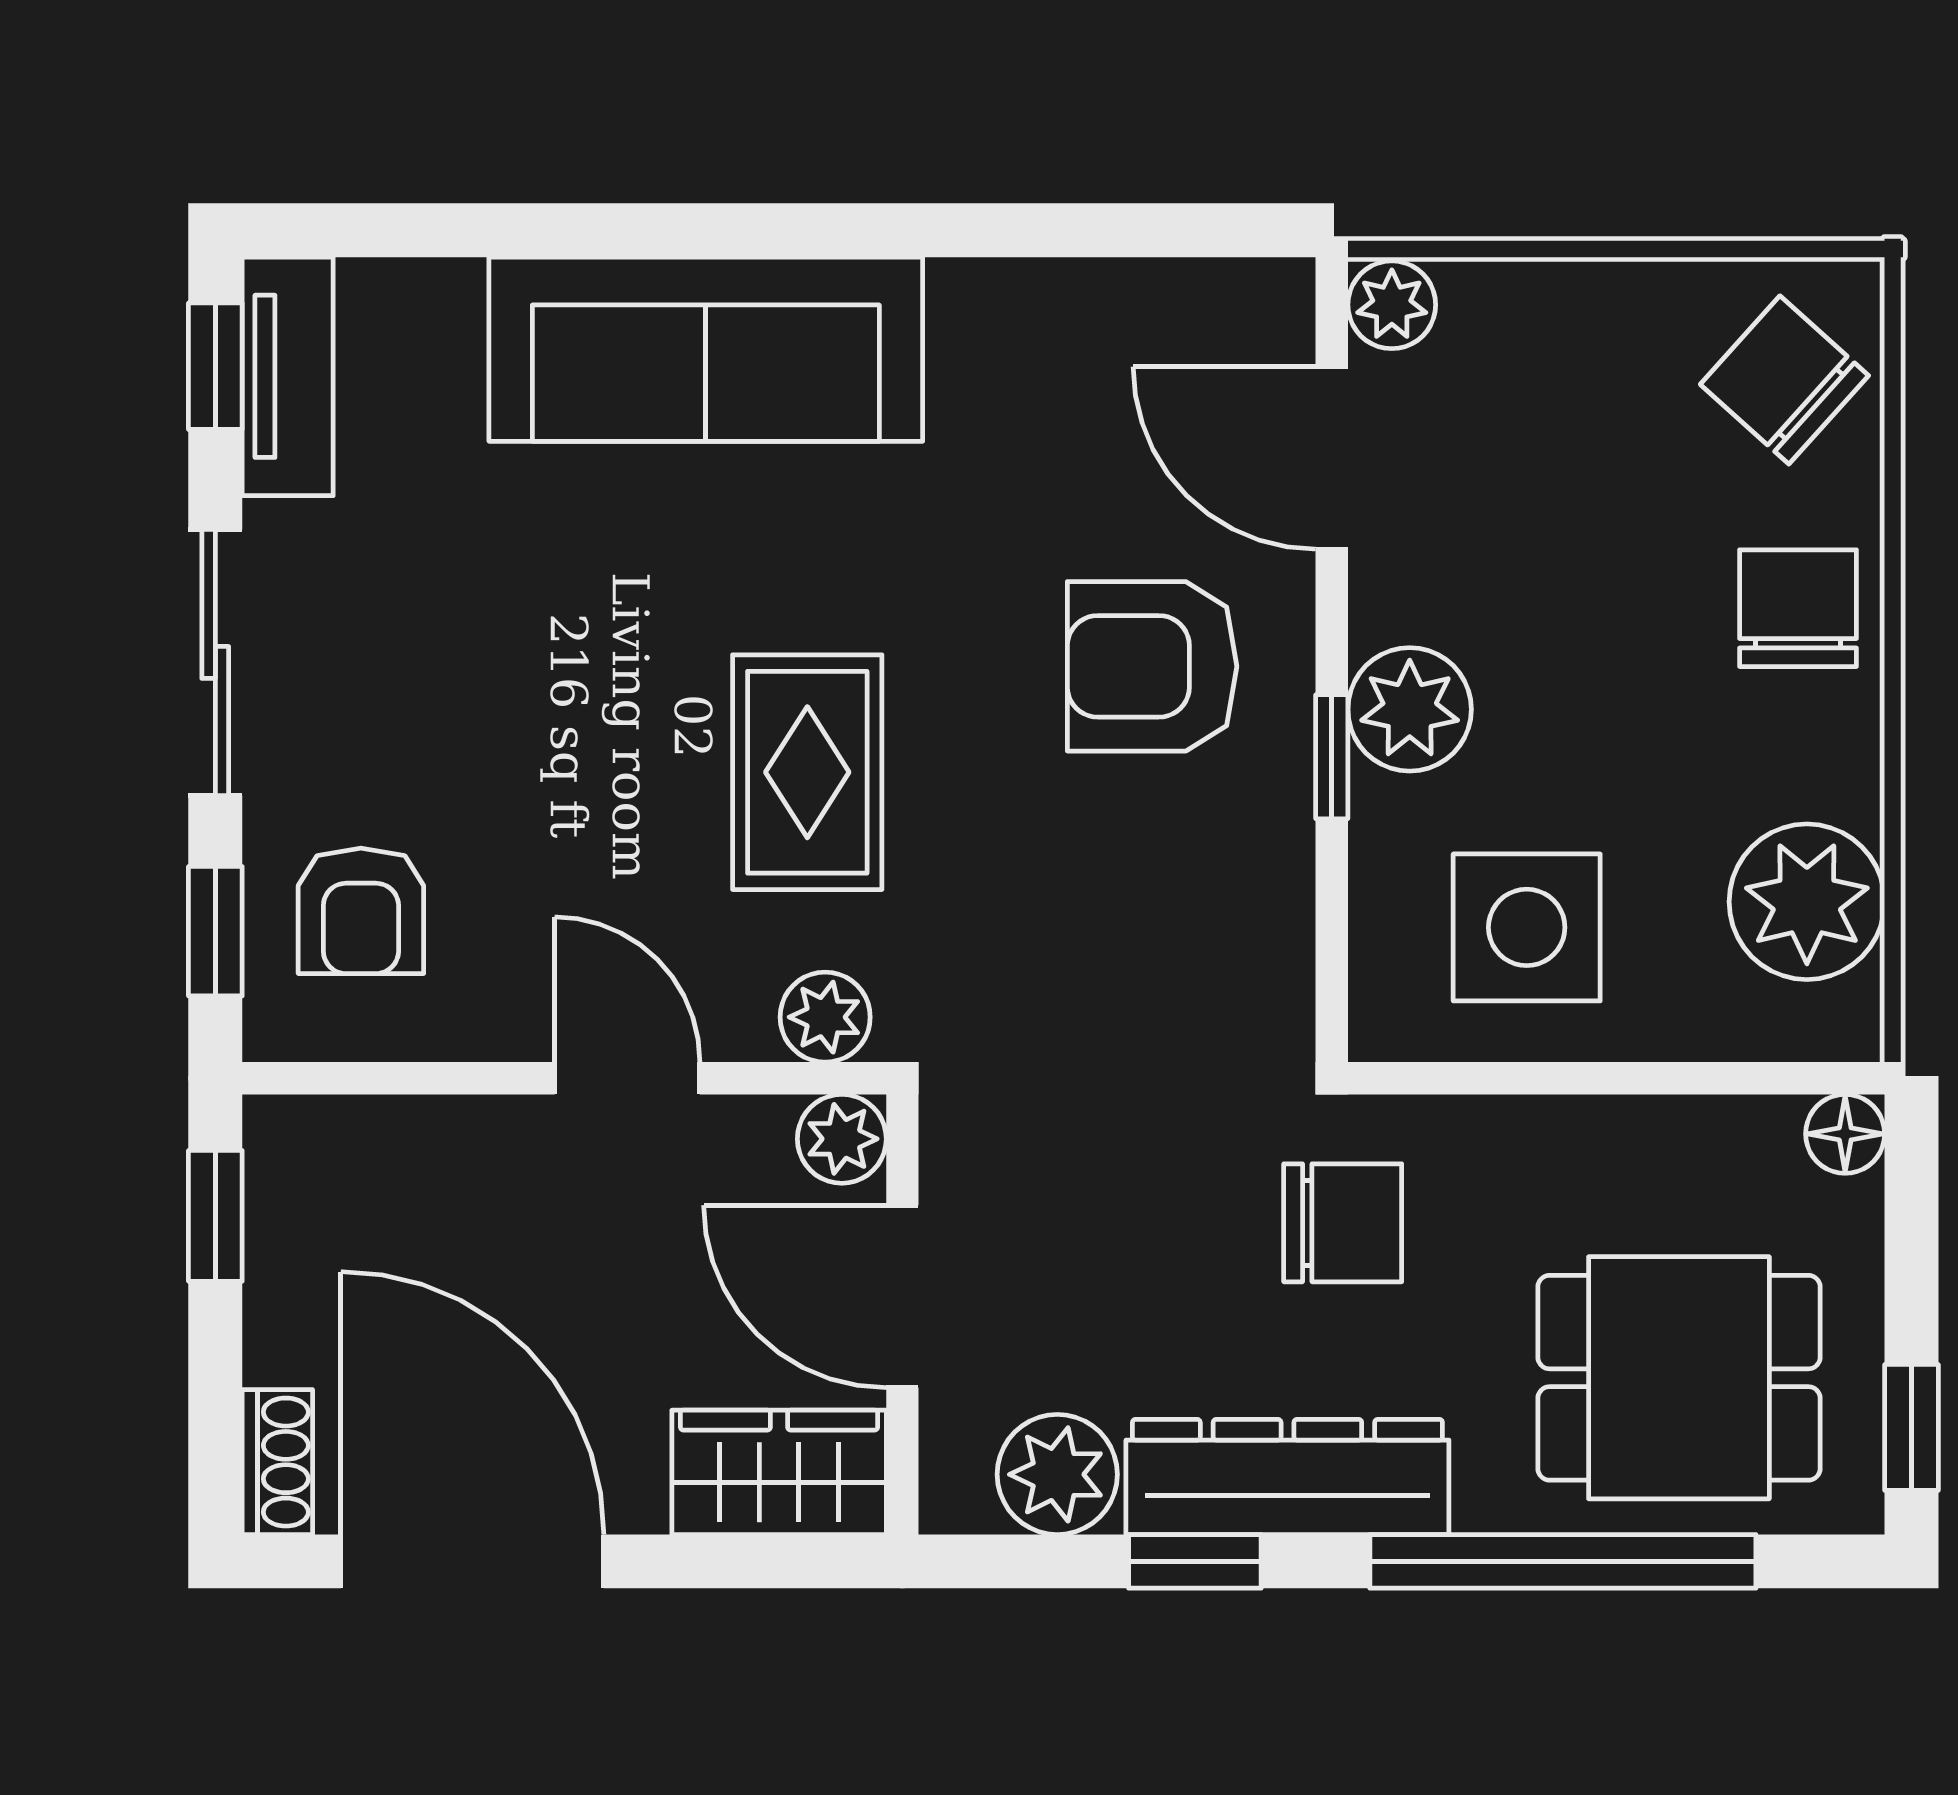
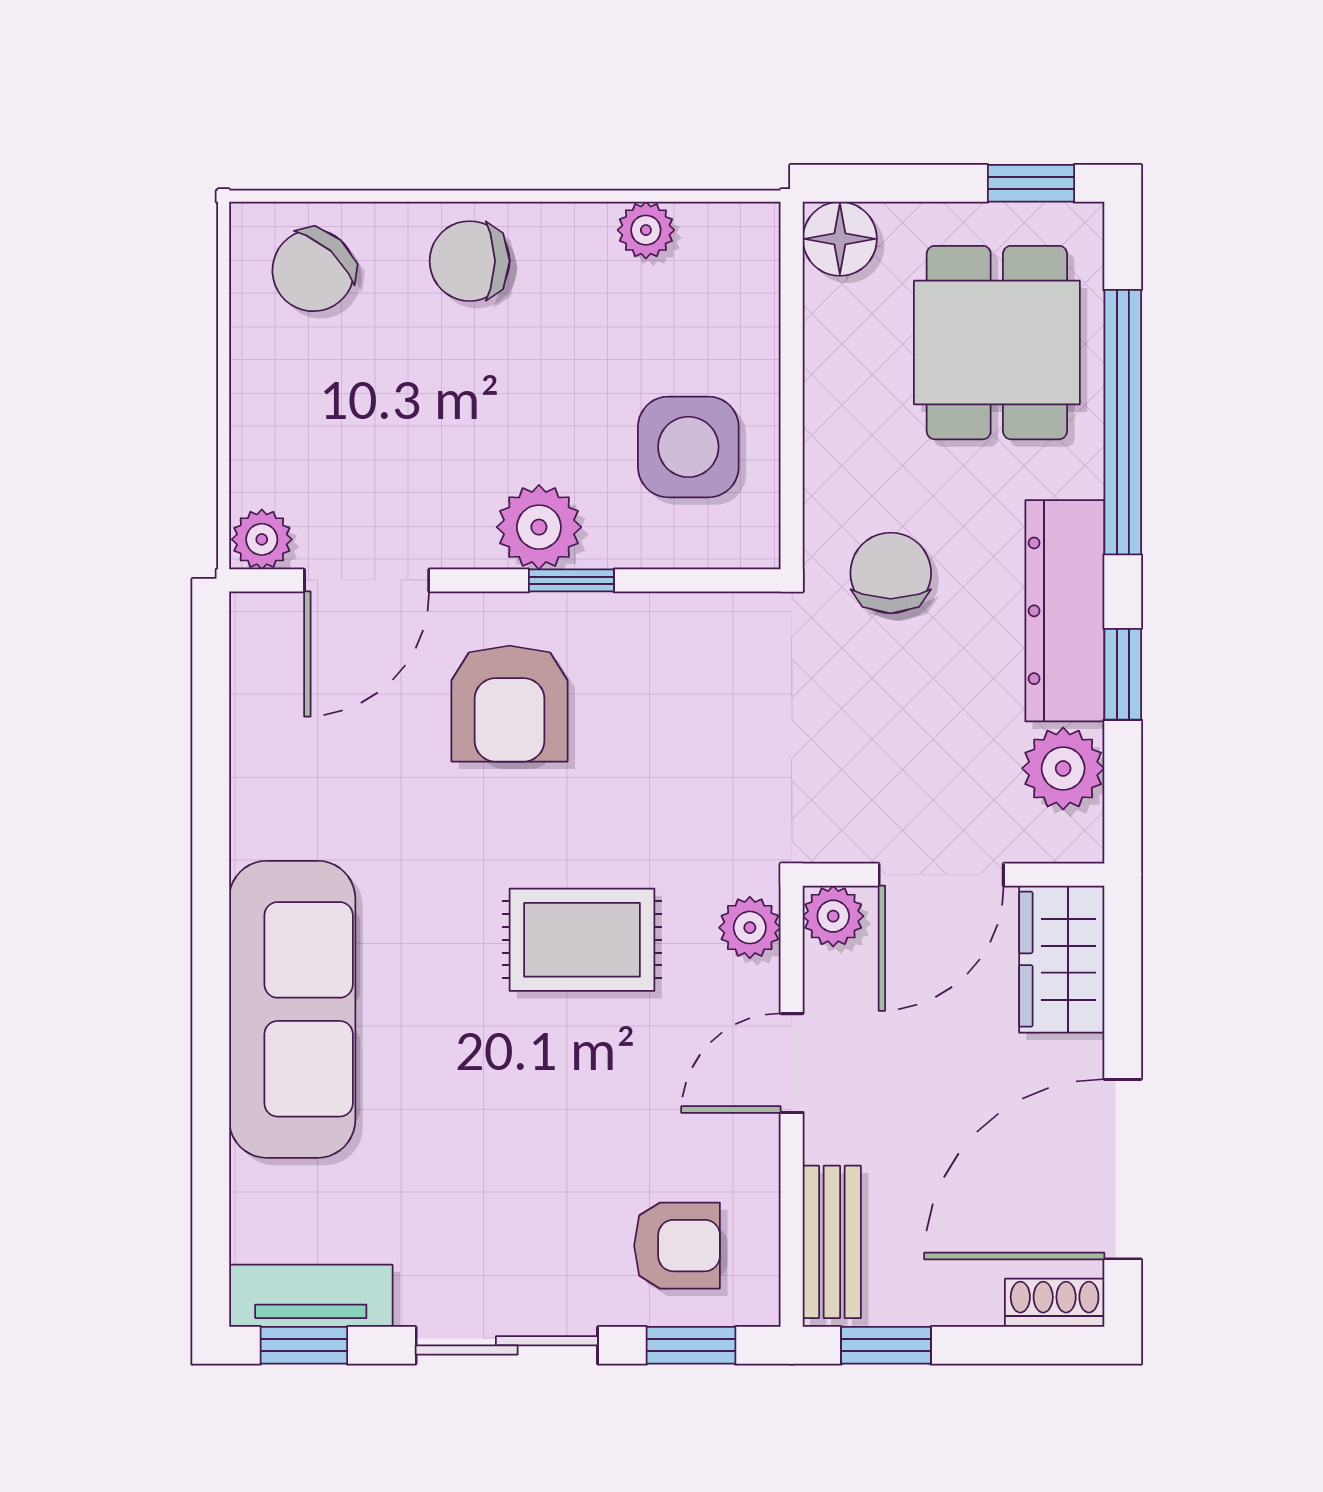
plant: (1807, 902) -> (646, 230), width x0.53, depth x0.53
floor lamp: (1845, 1134) -> (840, 239), width x1.37, depth x1.37
bench: (366, 1137) -> (832, 1242), added

